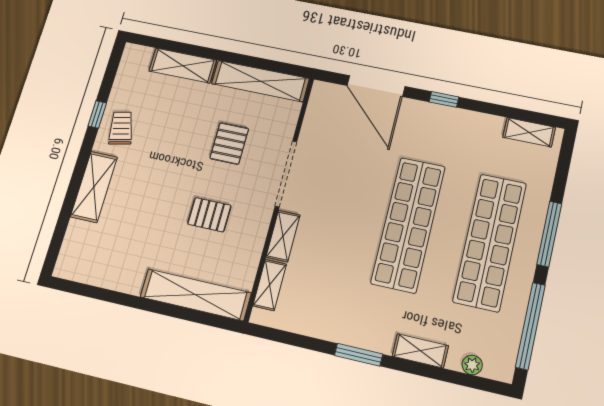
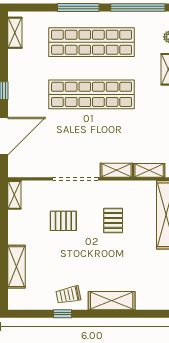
shelving: (260, 81) -> (14, 195), width x0.45, depth x0.75

